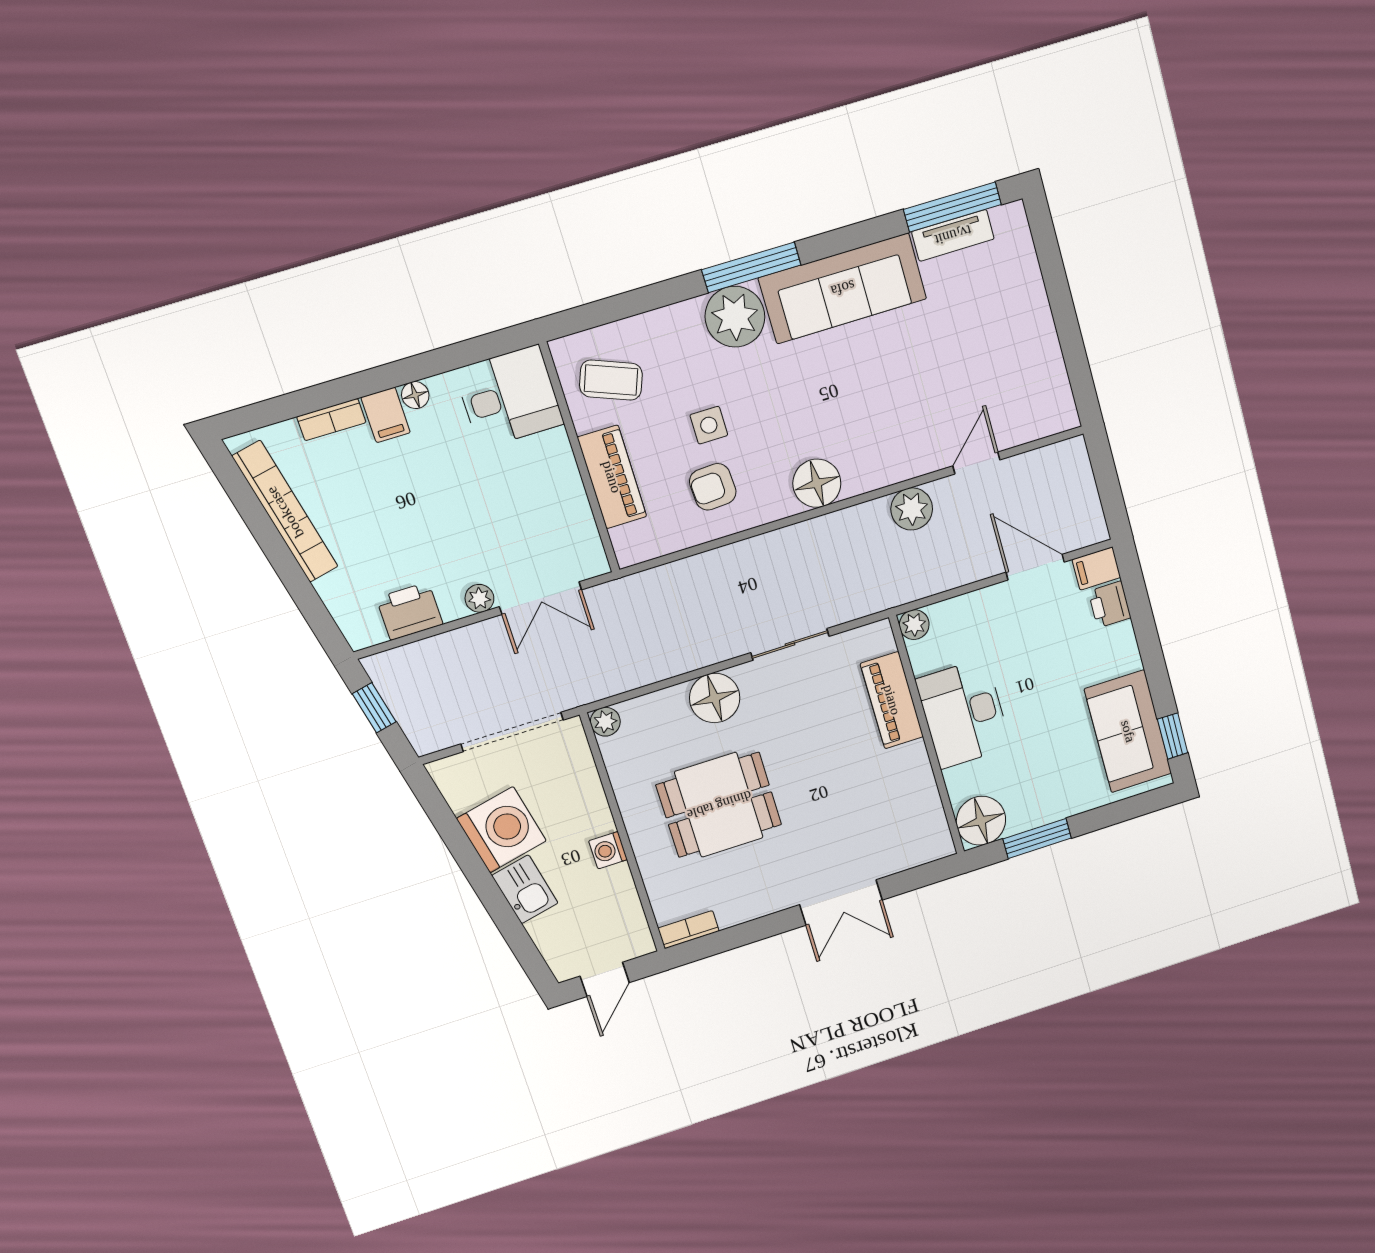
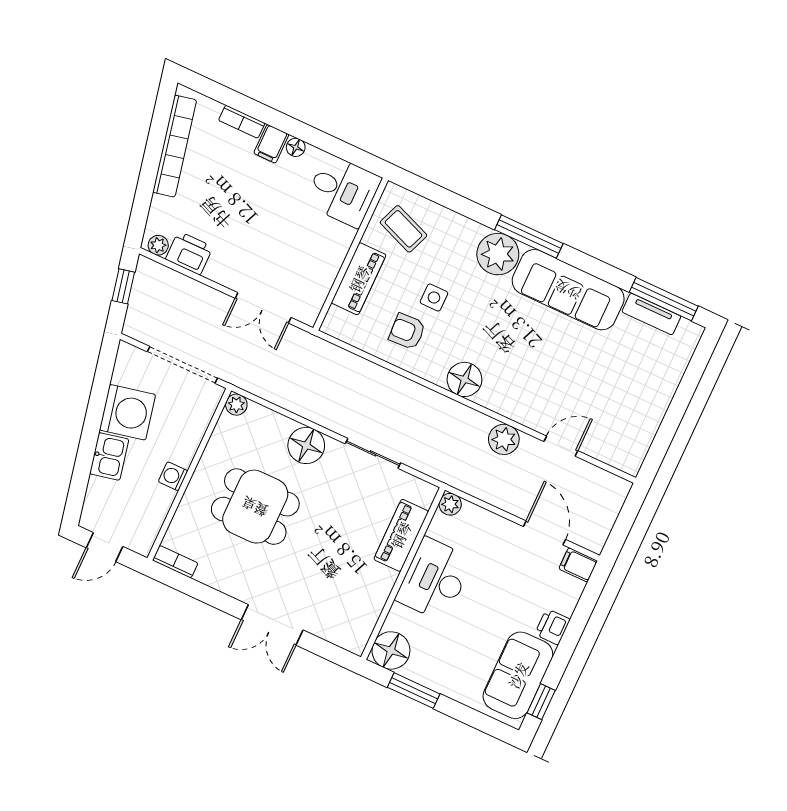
plant: (479, 598) -> (158, 245), moved
printer: (1110, 604) -> (552, 627), moved

